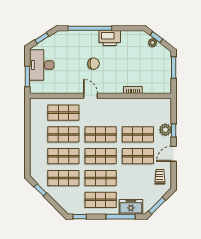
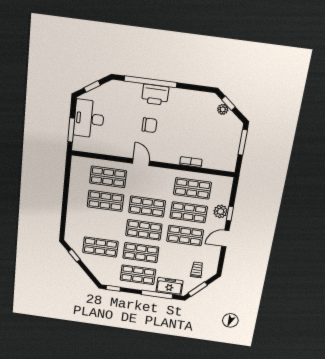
printer: (110, 38) -> (155, 95), moved
shop shelf: (63, 156) -> (192, 188), moved
trolley: (160, 177) -> (197, 270), moved

